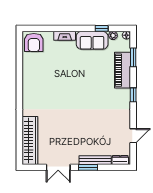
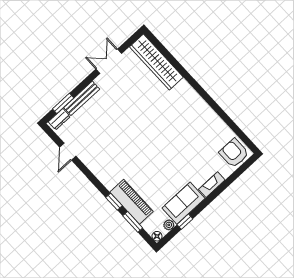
window: (133, 95) -> (114, 202), moved
window: (88, 167) -> (63, 103), moved

